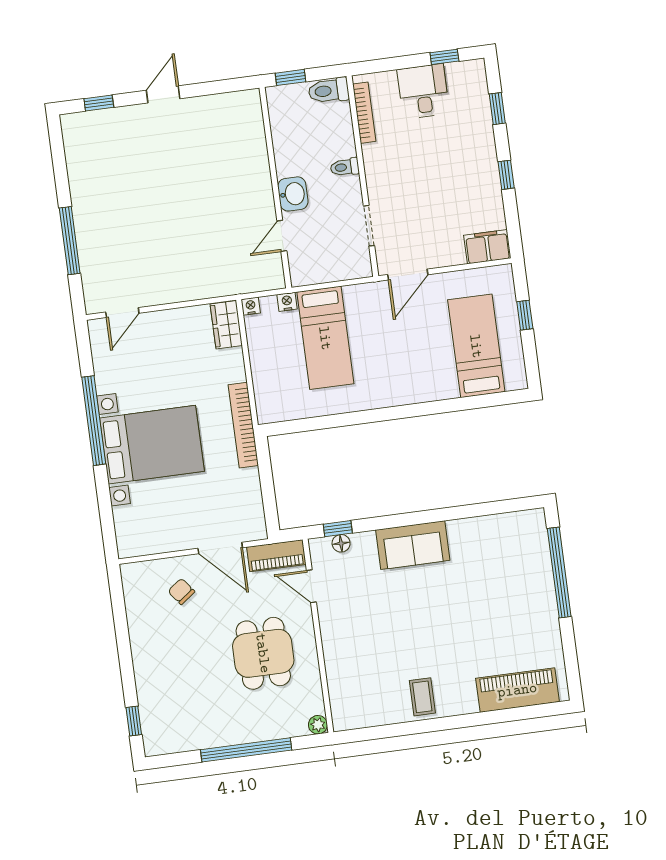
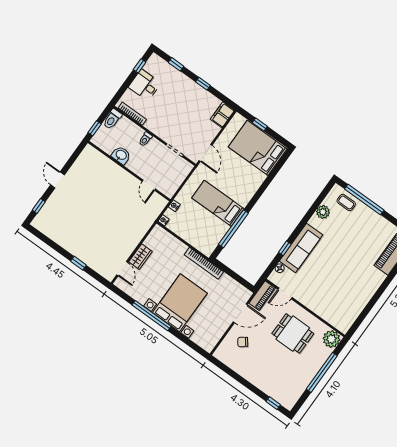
washbasin: (293, 194) -> (121, 155), moved
window: (70, 241) -> (78, 263), width x0.46
wardrobe: (226, 325) -> (140, 257), moved, turned -90
bed: (325, 338) -> (218, 203), moved, turned 180
bed: (476, 346) -> (258, 148), width x1.50
window: (335, 421) -> (233, 229), added
window: (338, 529) -> (285, 248), moved
plant: (484, 529) -> (323, 212), added
sofa: (413, 545) -> (301, 248), width x1.36
coffee table: (422, 697) -> (346, 202), moved
plant: (318, 725) -> (331, 339), width x1.88, depth x1.88

